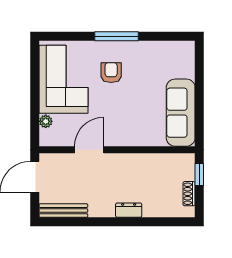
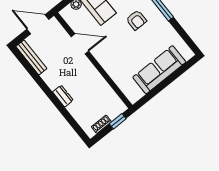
armchair: (111, 73) -> (136, 20), turned 90
sofa: (181, 113) -> (159, 70), moved

